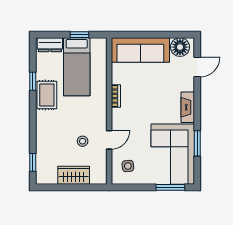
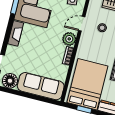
bed: (77, 67) -> (87, 84), width x1.50
plant: (120, 117) -> (69, 39), added

